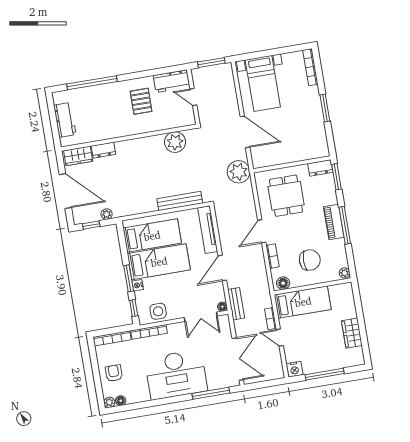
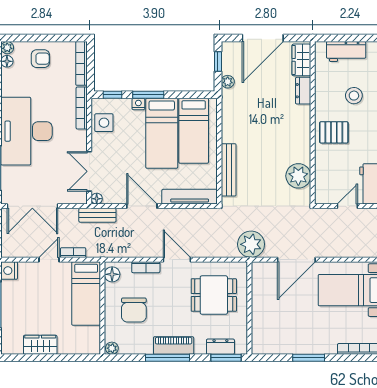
pallet: (141, 101) -> (334, 132), moved
stool: (100, 107) -> (354, 96), added
dresser: (320, 168) -> (220, 347), moved, turned 90

